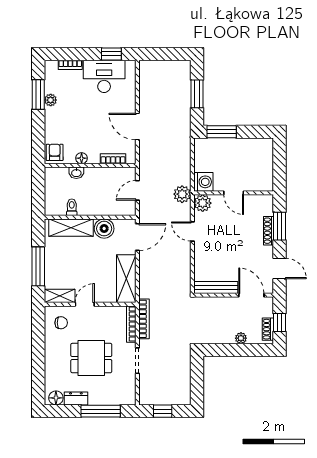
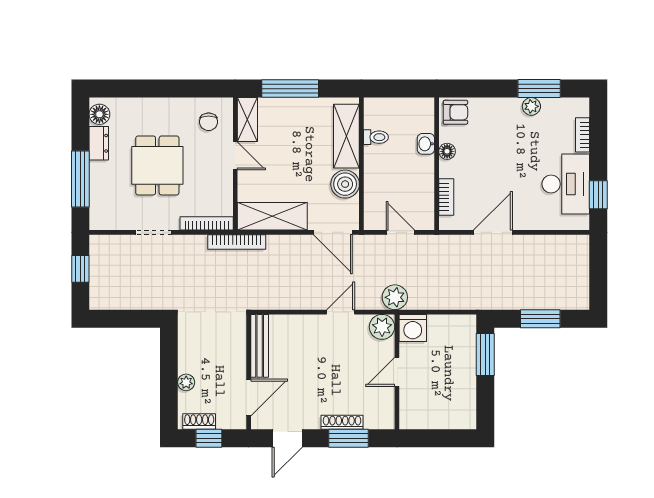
bookcase: (144, 319) -> (237, 242), moved

